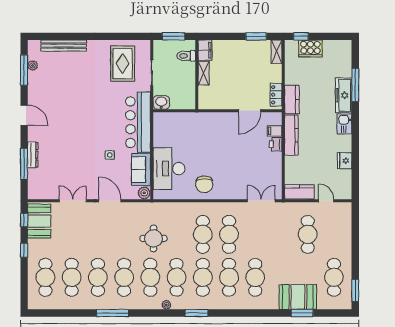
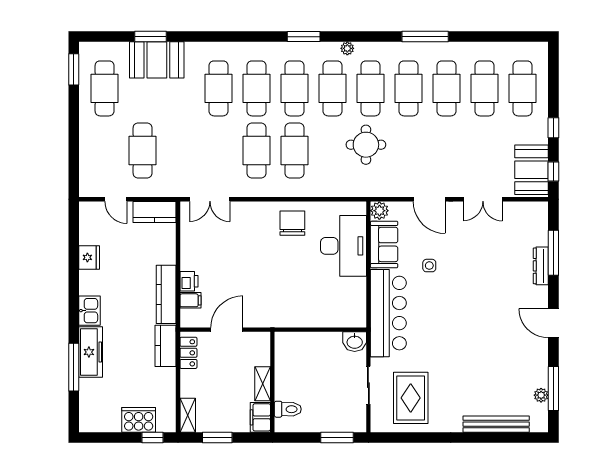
filing cabinet: (205, 50) -> (260, 417), moved
toilet: (186, 56) -> (288, 409), moved
shelving: (204, 73) -> (263, 384), moved
wall: (197, 75) -> (272, 382), moved

